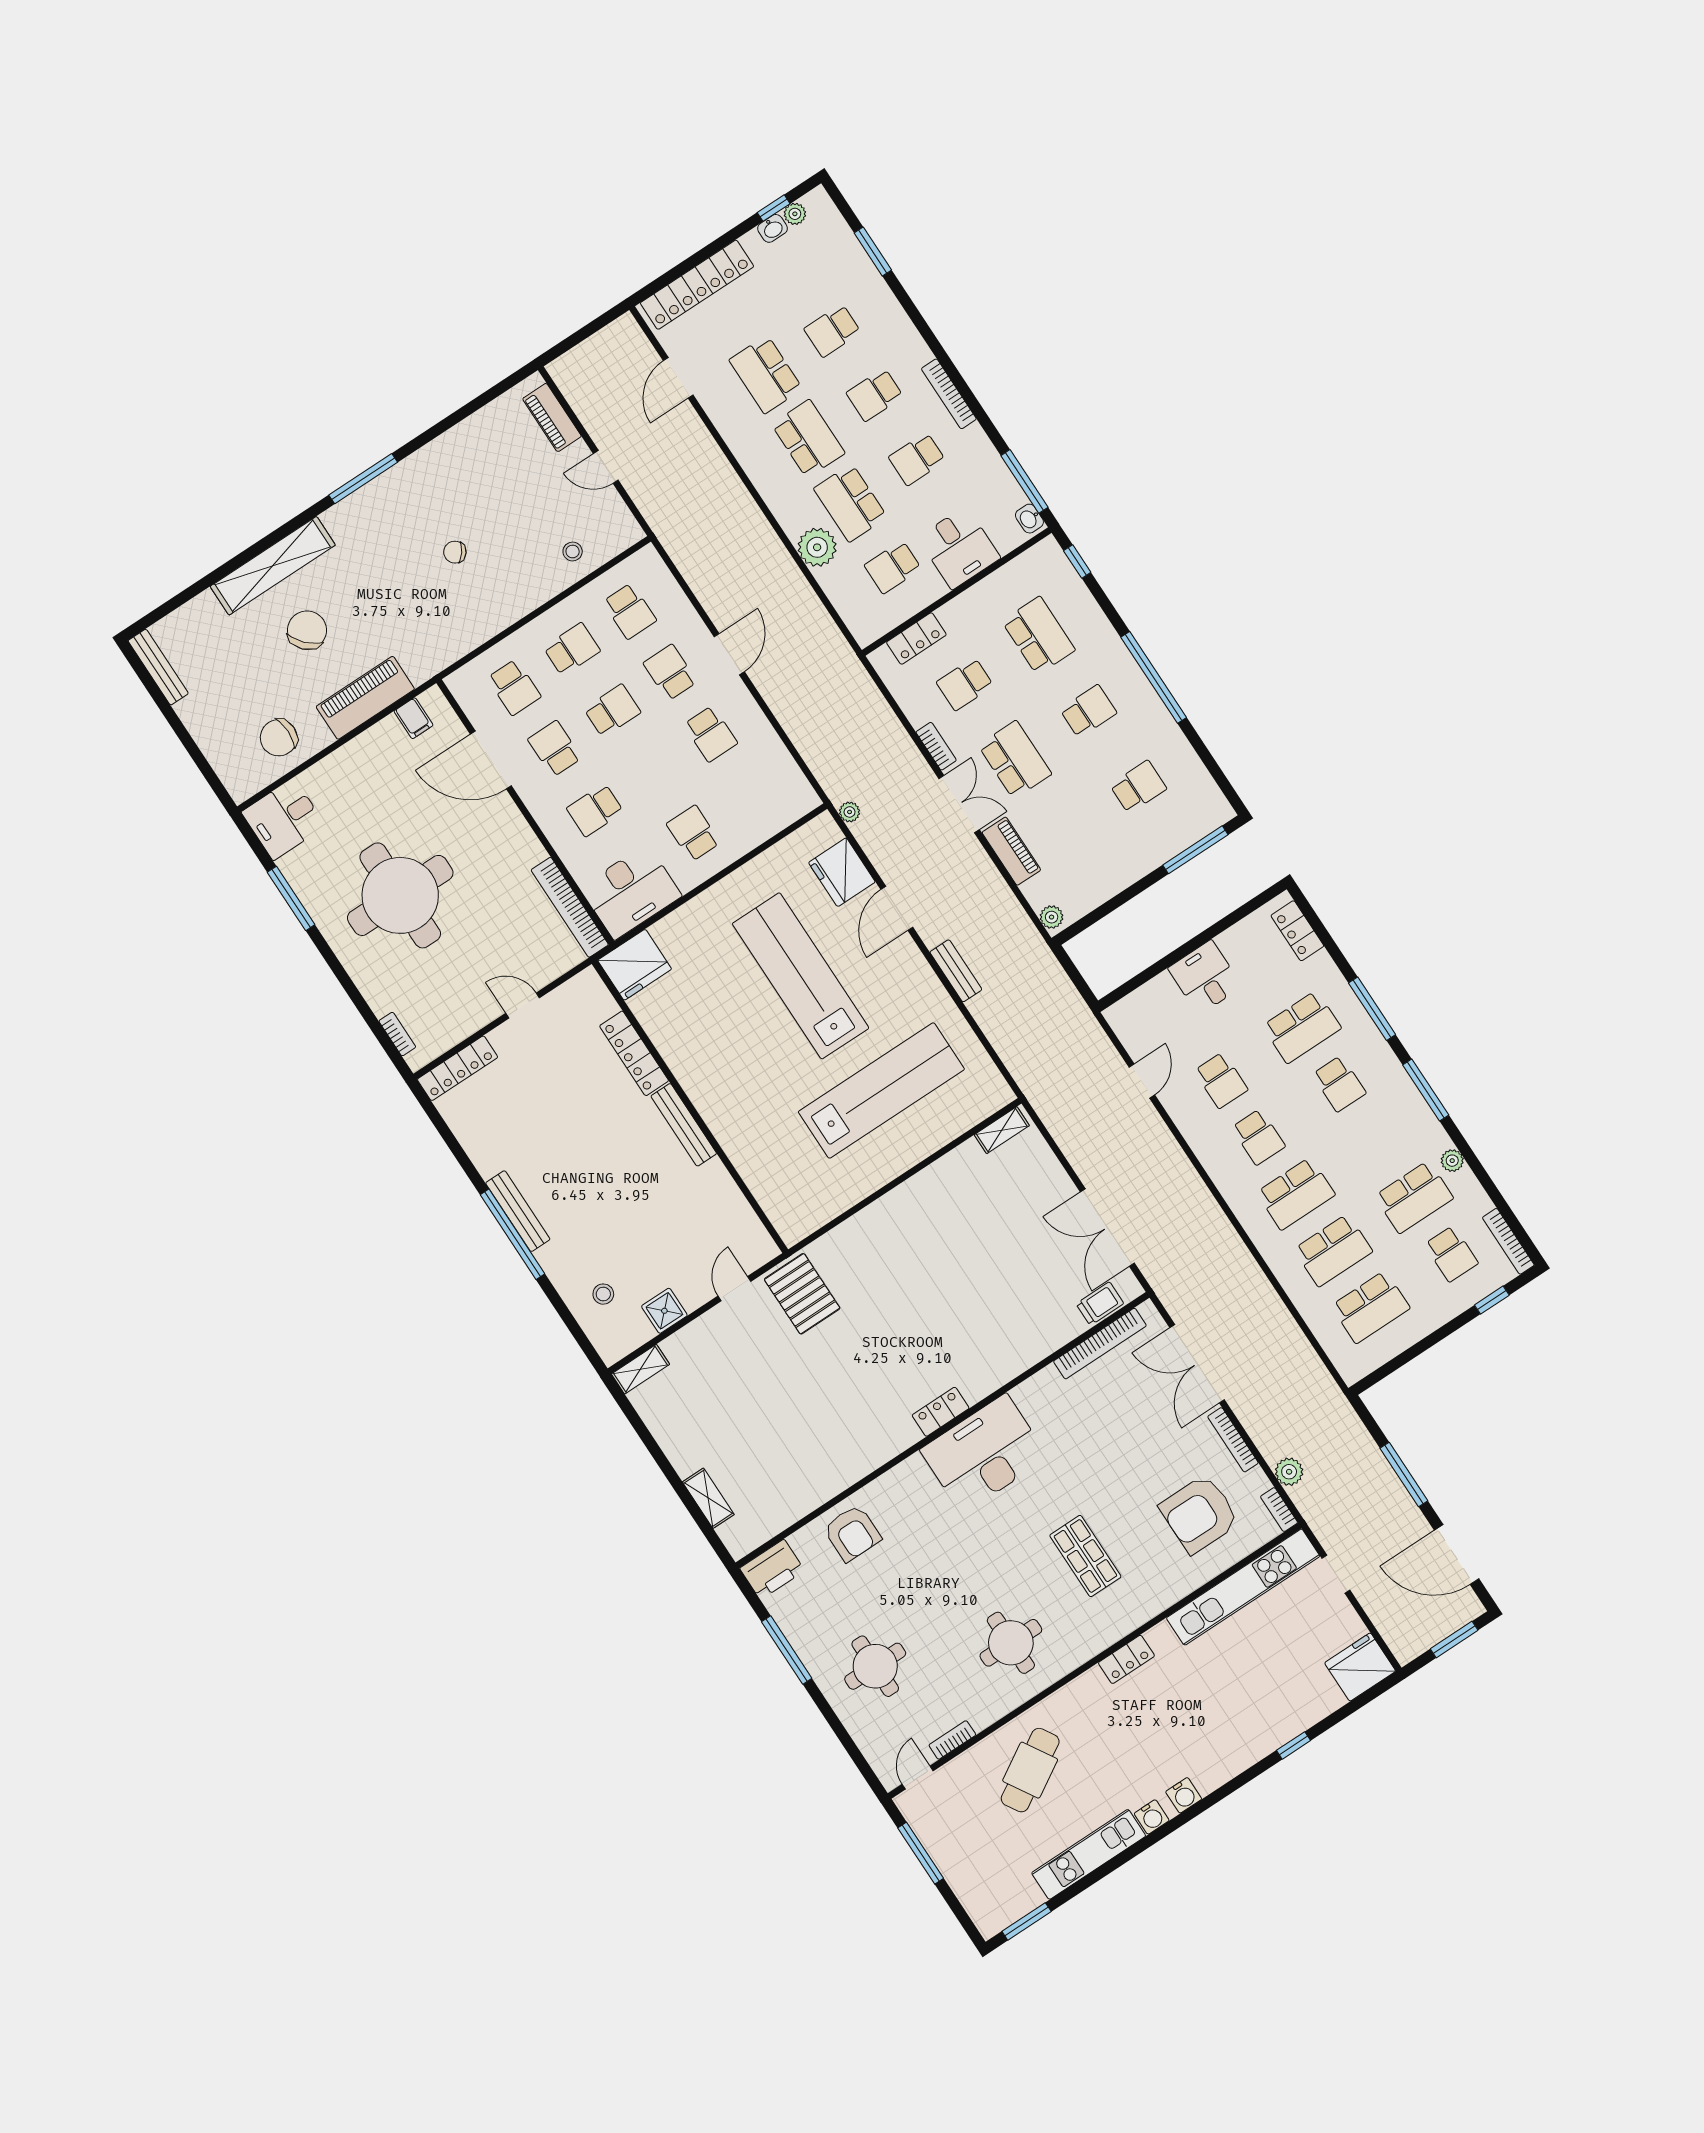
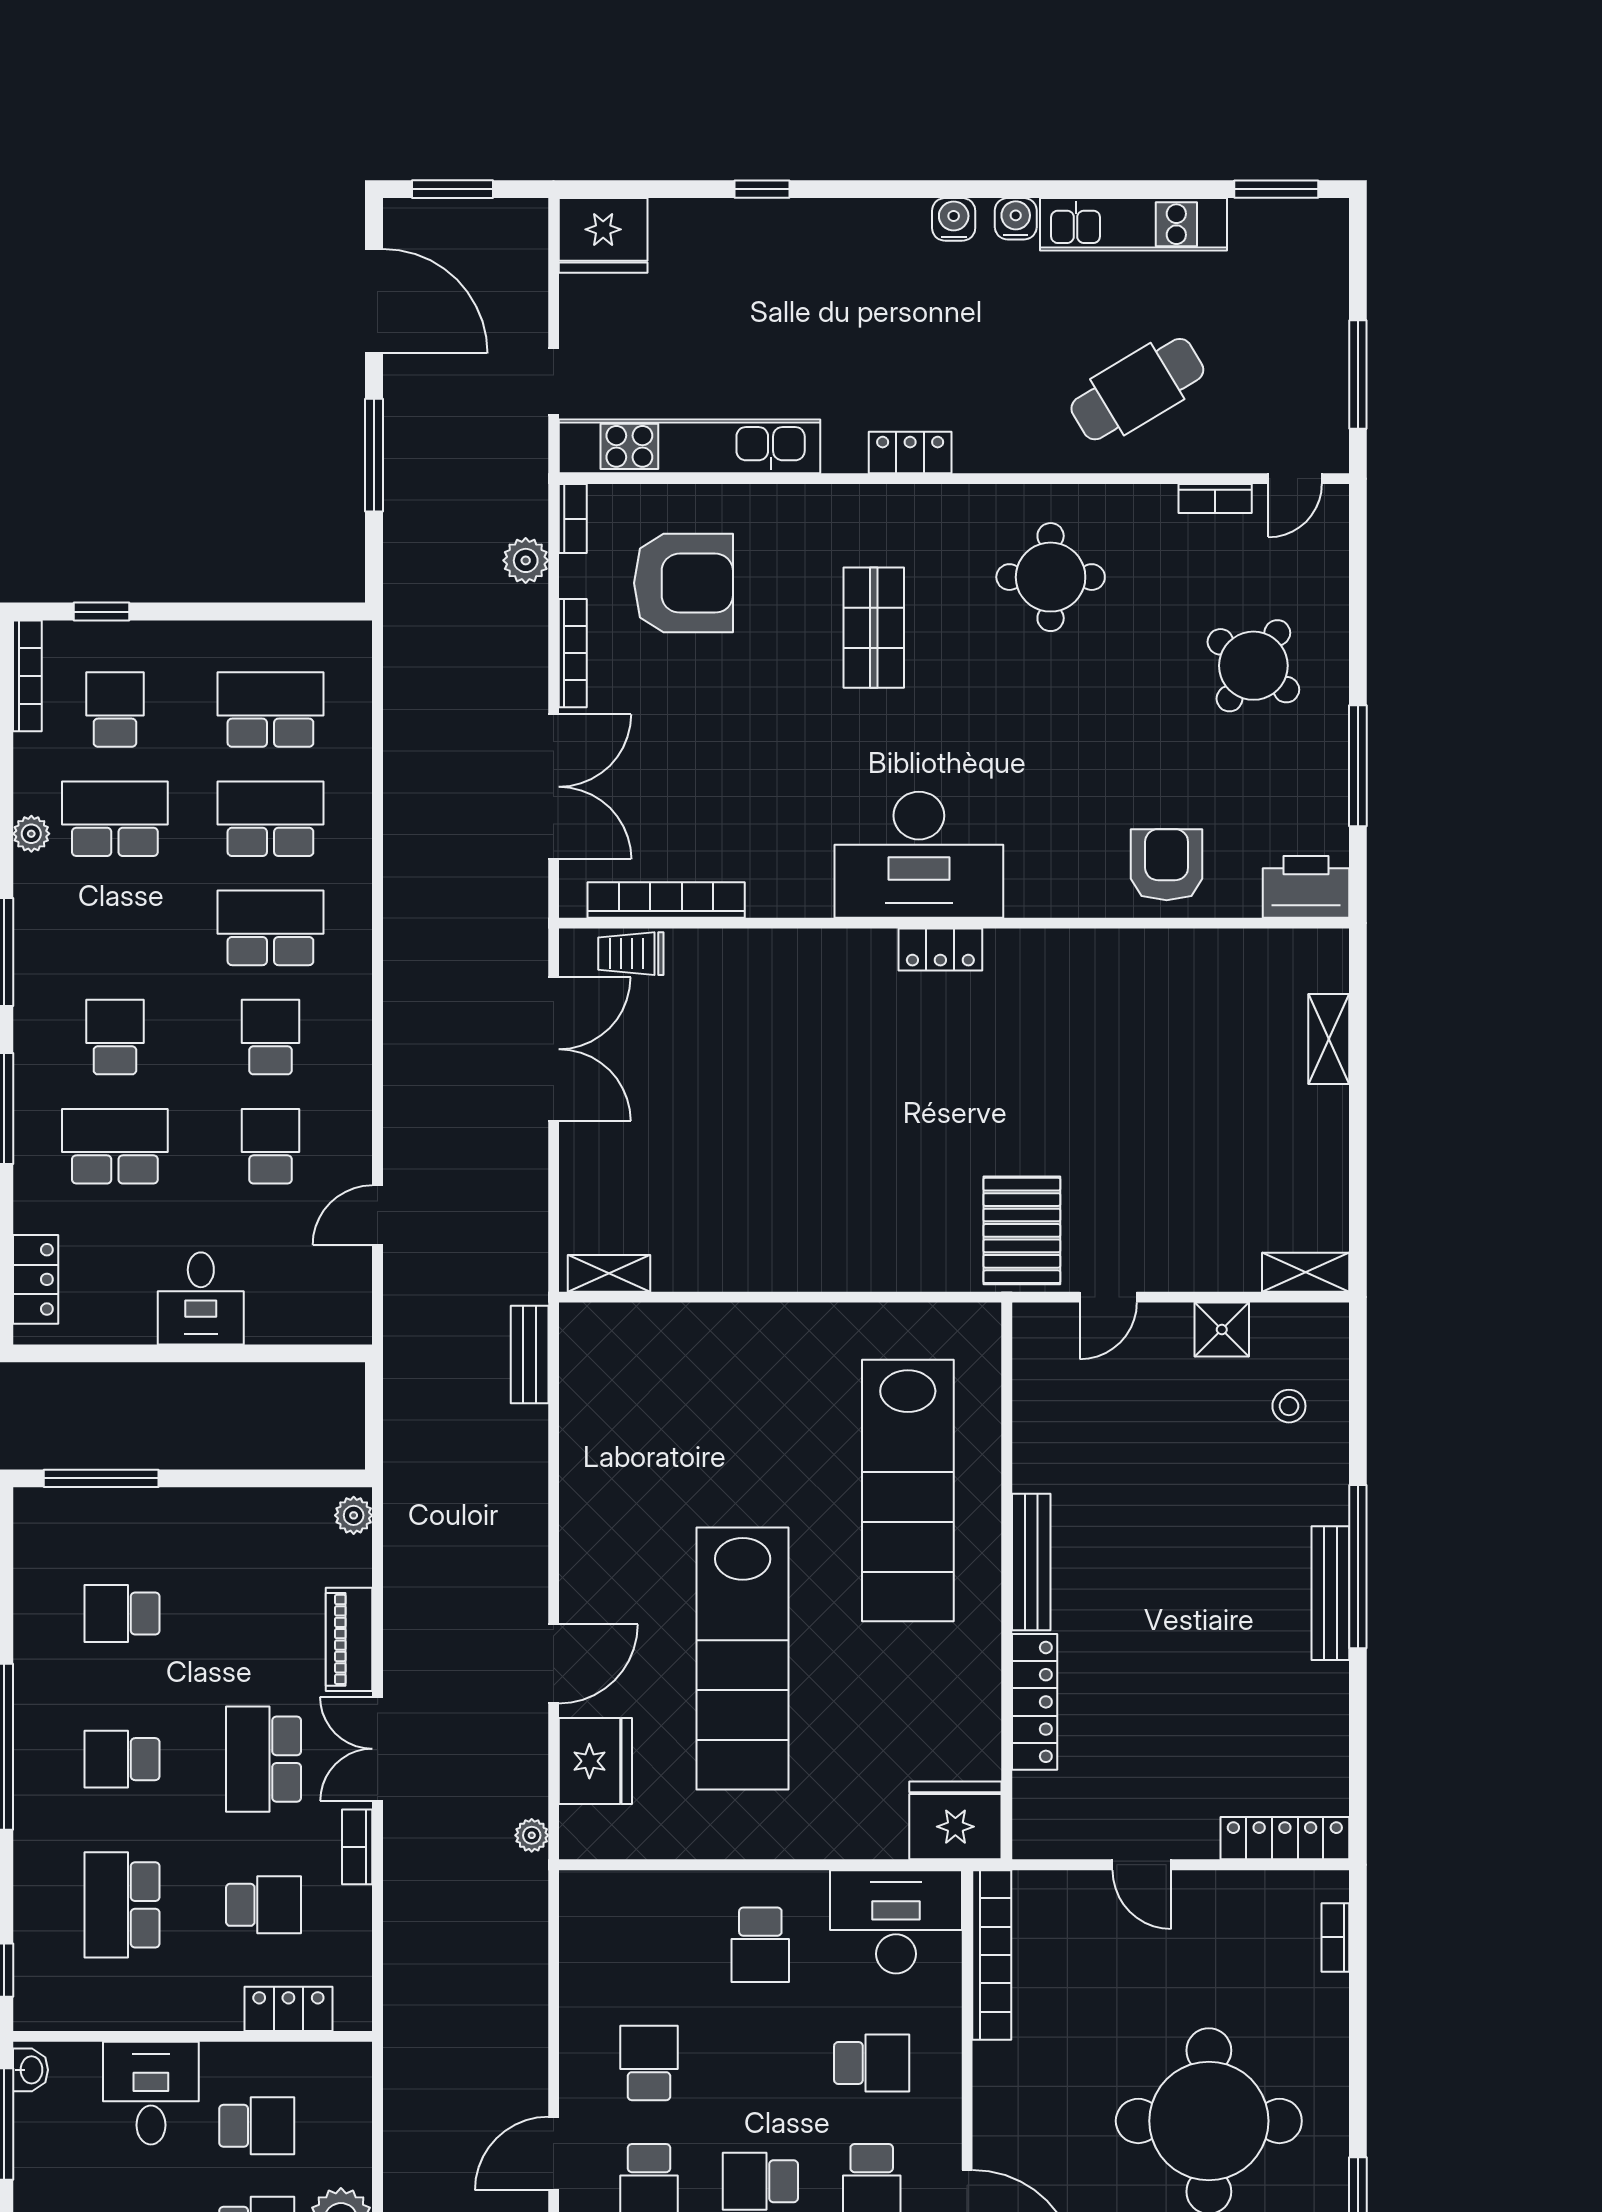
bench: (956, 971) -> (530, 1354), moved
lab bench: (881, 1091) -> (908, 1491), moved, turned -90
round table: (875, 1666) -> (1253, 666), turned 36

